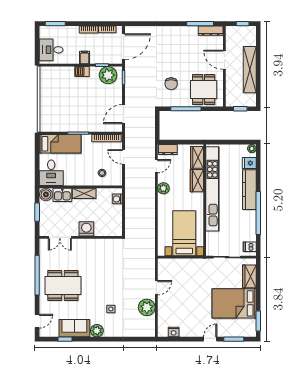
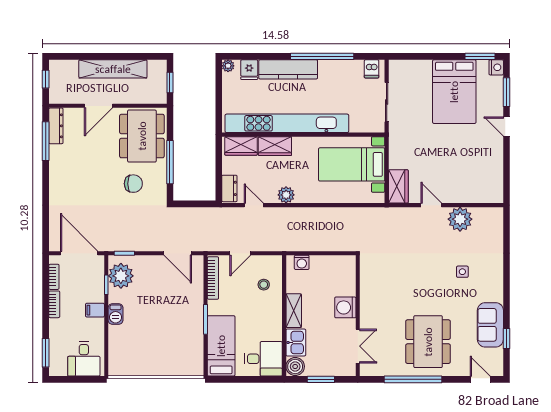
dining table: (204, 90) -> (142, 136), width x1.38
wardrobe: (249, 276) -> (398, 186), moved, turned -90
plant: (97, 331) -> (494, 292), removed
nightstand: (174, 332) -> (496, 67), moved

